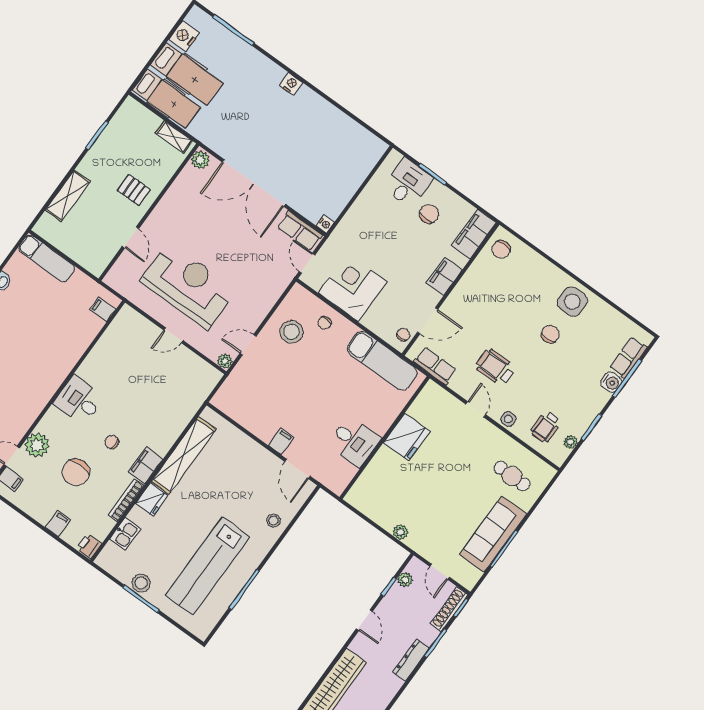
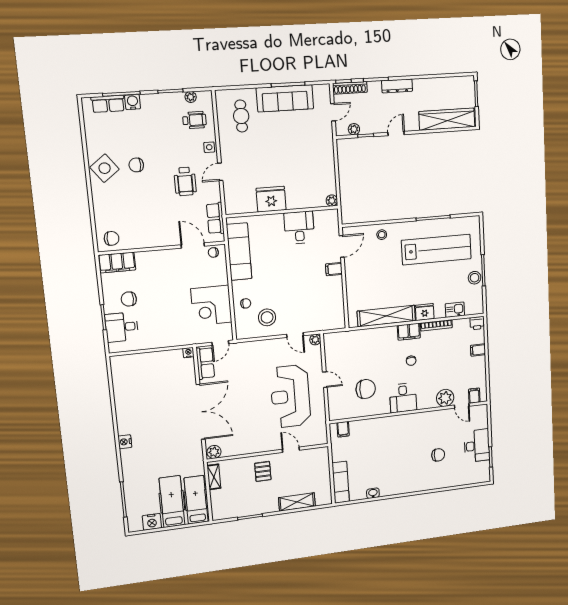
door: (130, 238) -> (291, 450), hinge flipped
filing cabinet: (444, 276) -> (158, 258), removed
side table: (572, 302) -> (105, 168), turned -37
chair: (76, 472) -> (366, 389), moved
plant: (401, 532) -> (332, 201), moved

